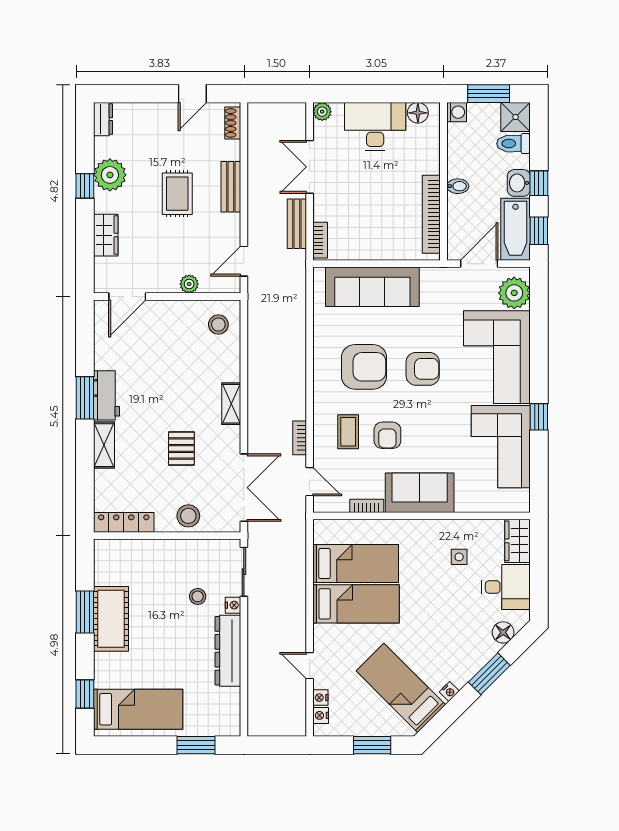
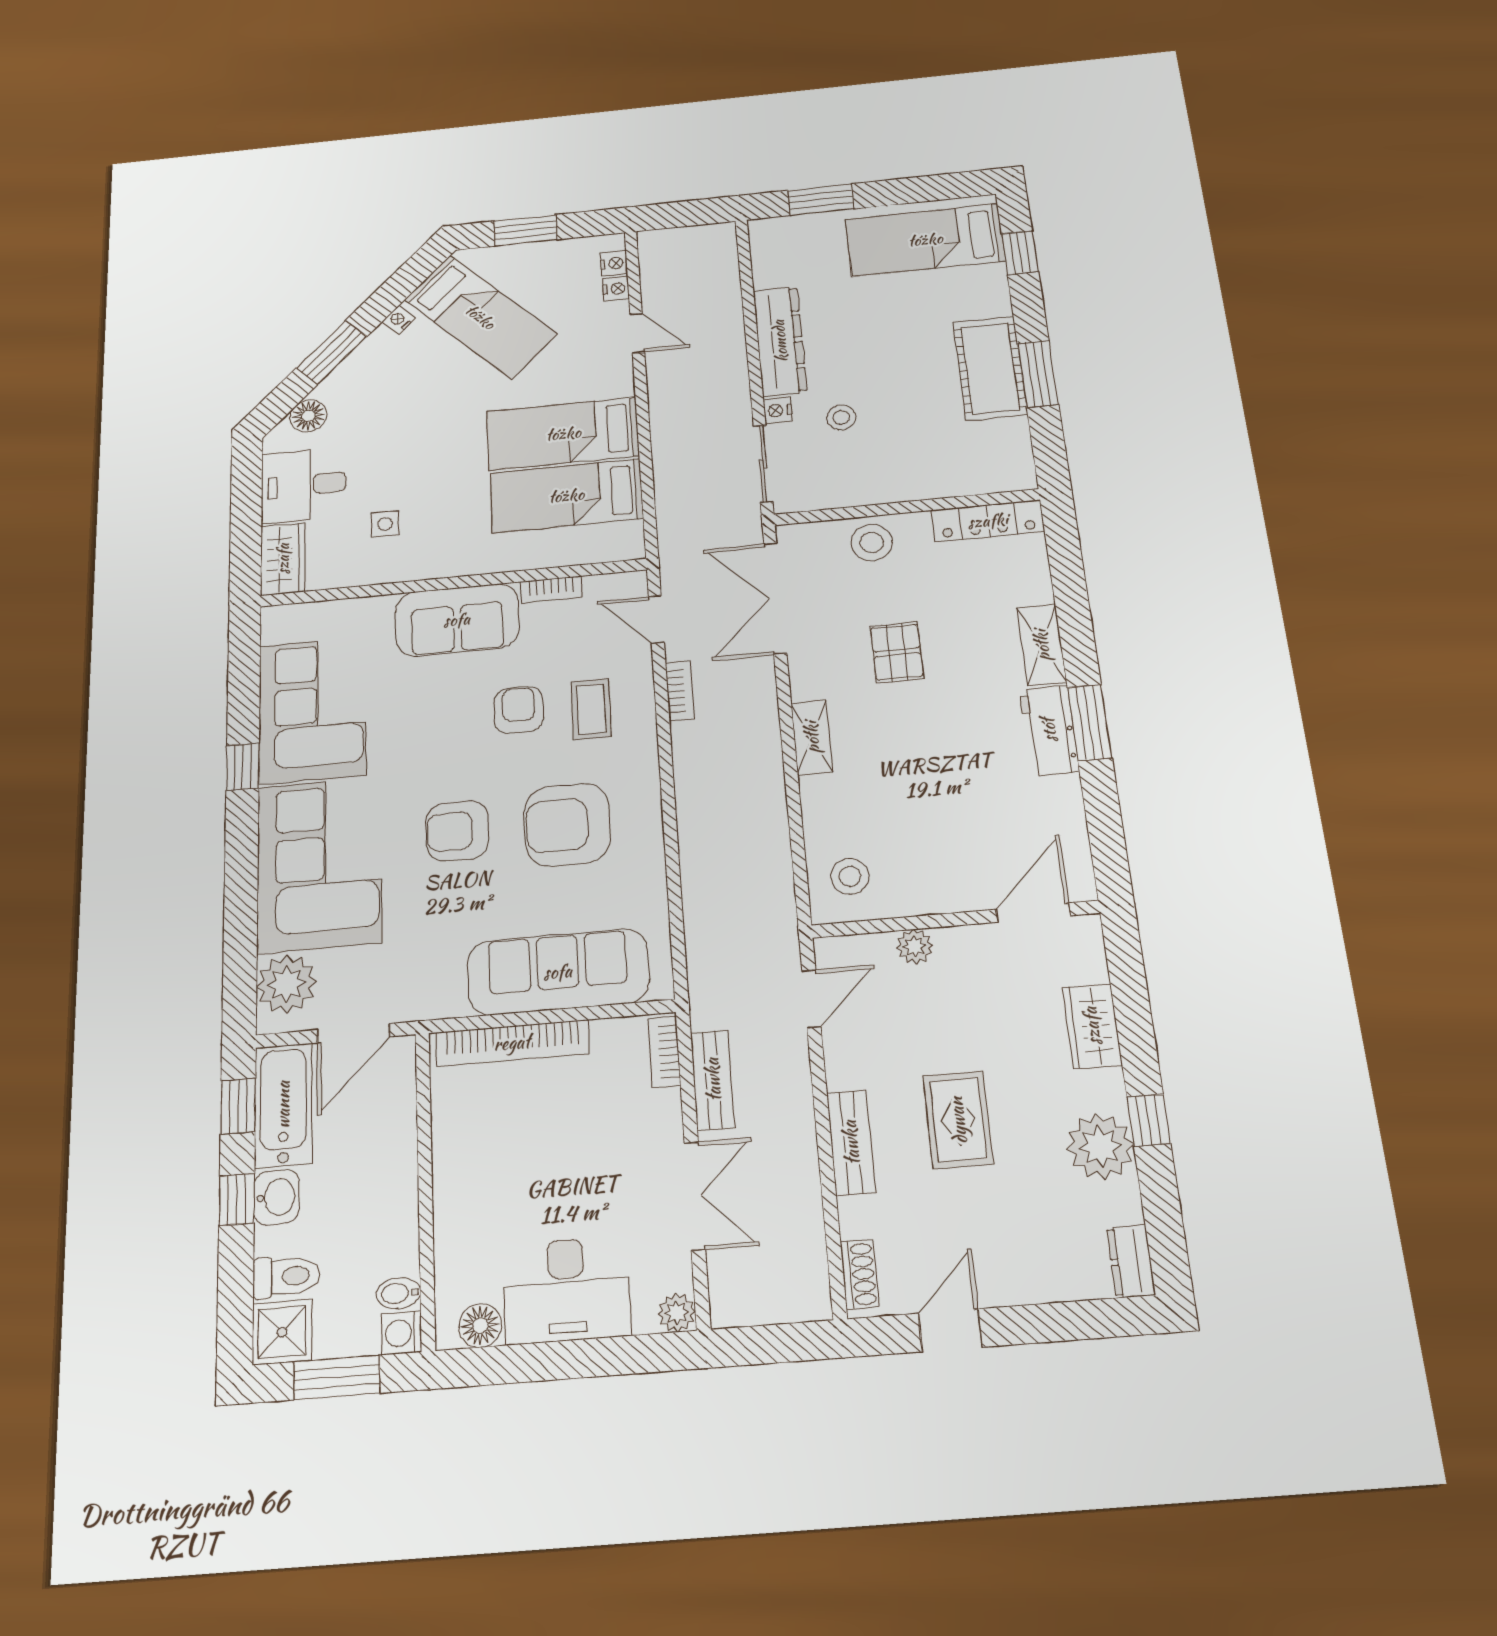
bidet: (458, 186) -> (398, 1293), moved
bookcase: (431, 214) -> (512, 1043), moved, turned 90

